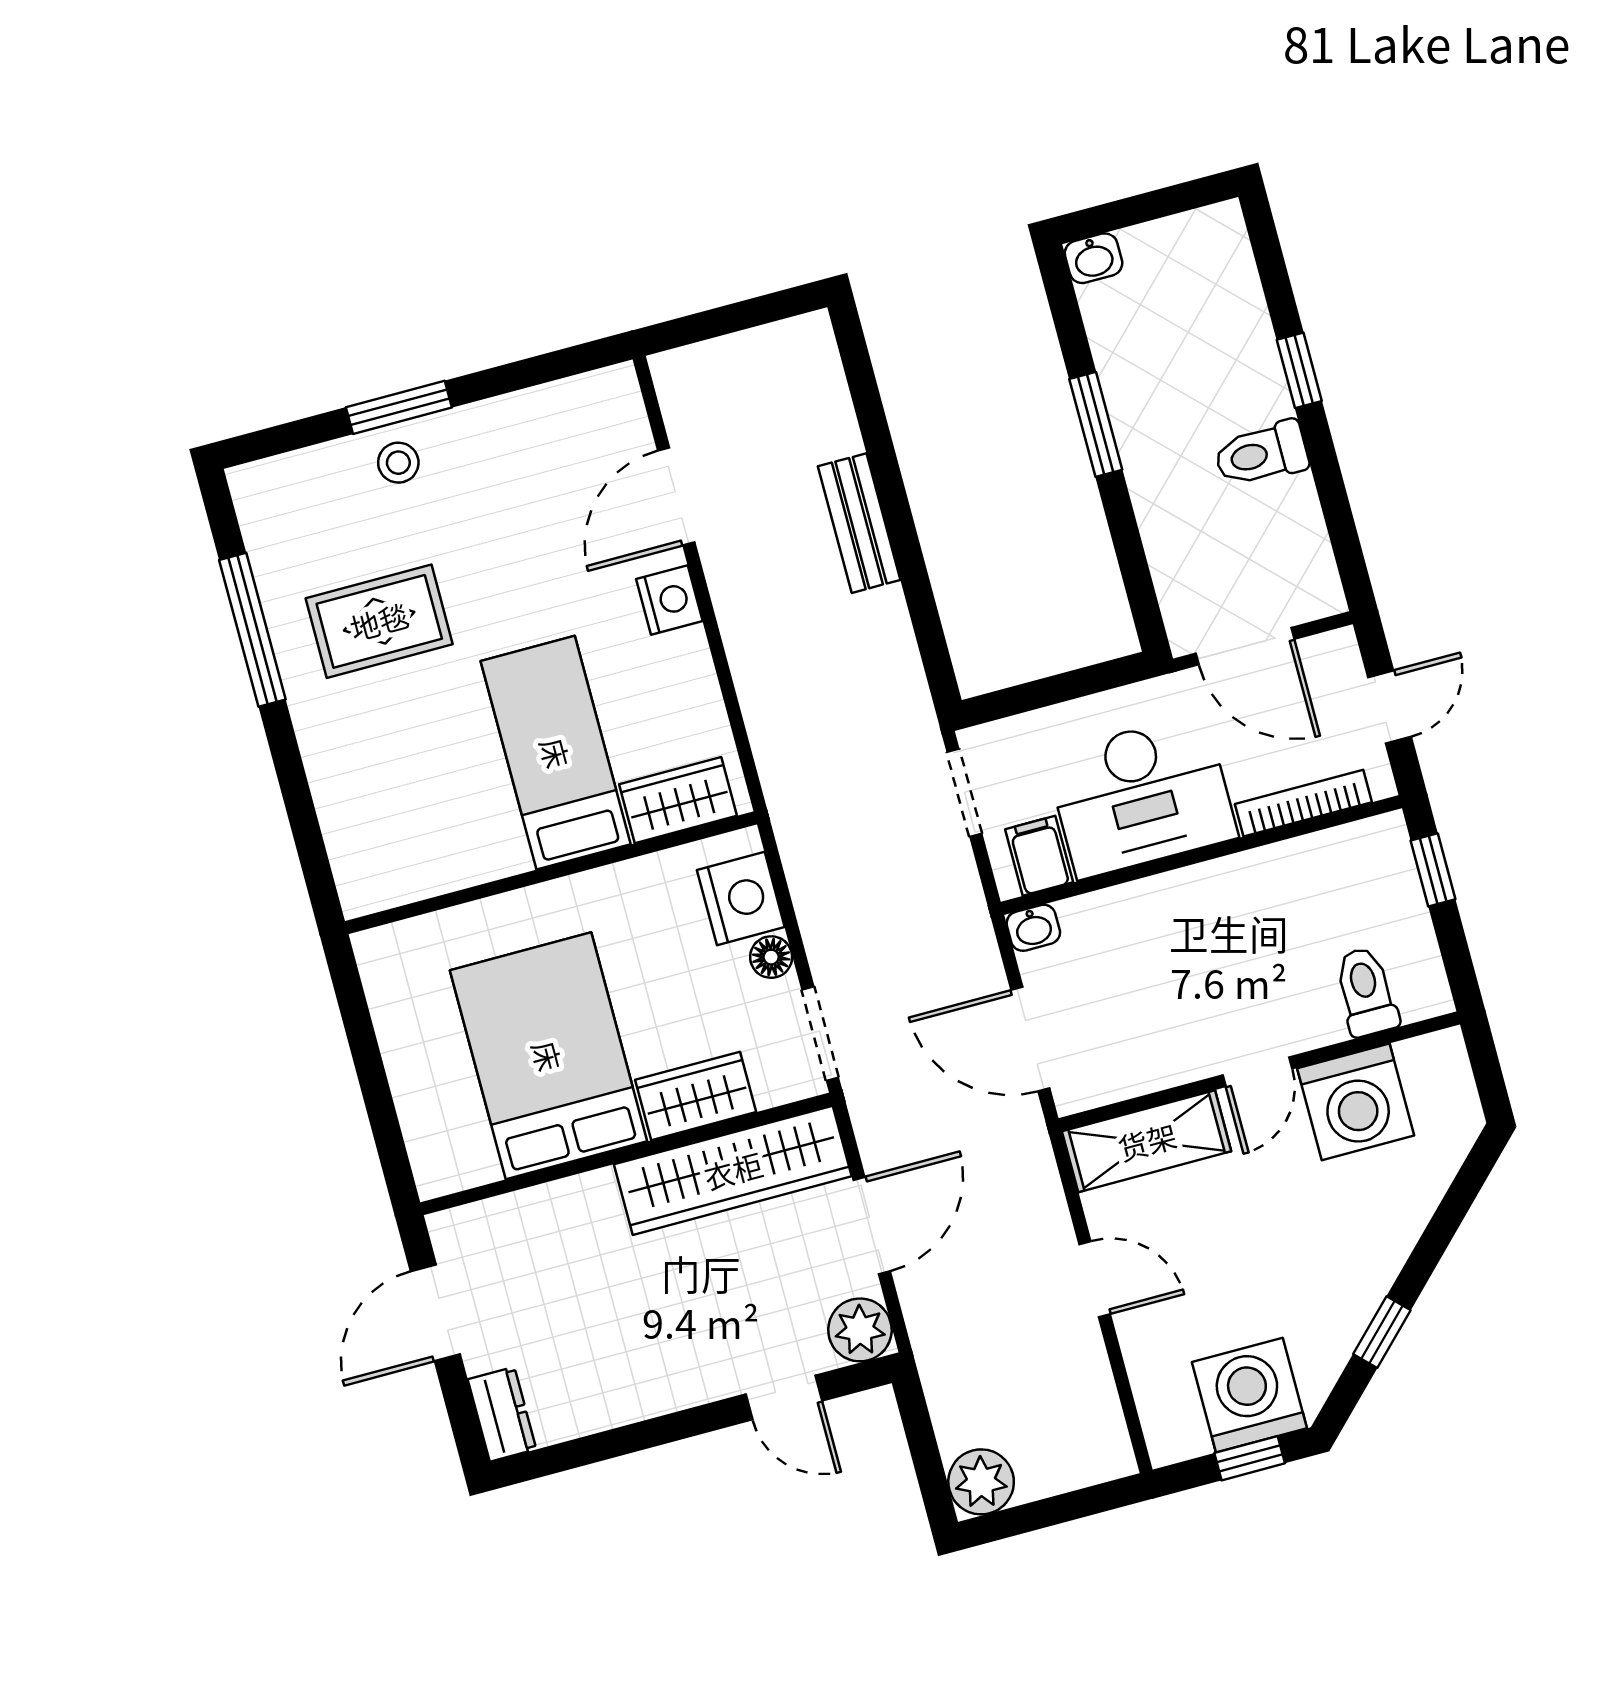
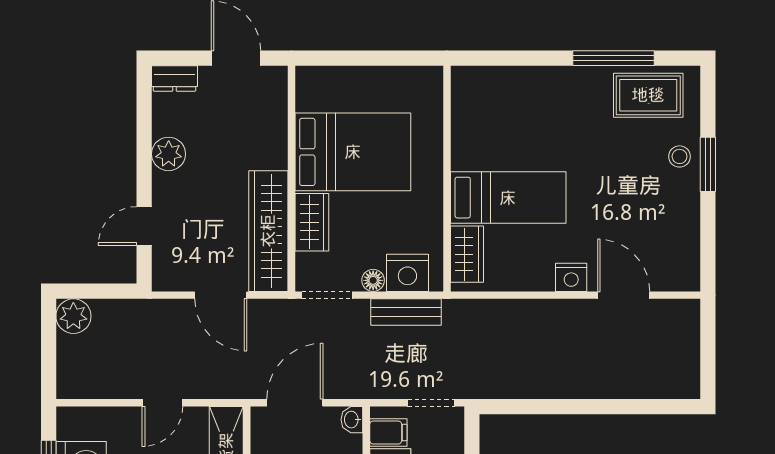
bench: (859, 523) -> (406, 312), moved
rug: (379, 621) -> (648, 95), moved, turned 90
plant: (860, 1330) -> (169, 154), moved

